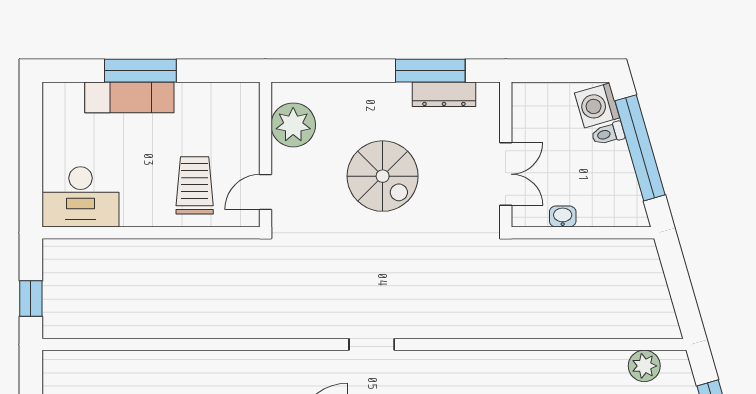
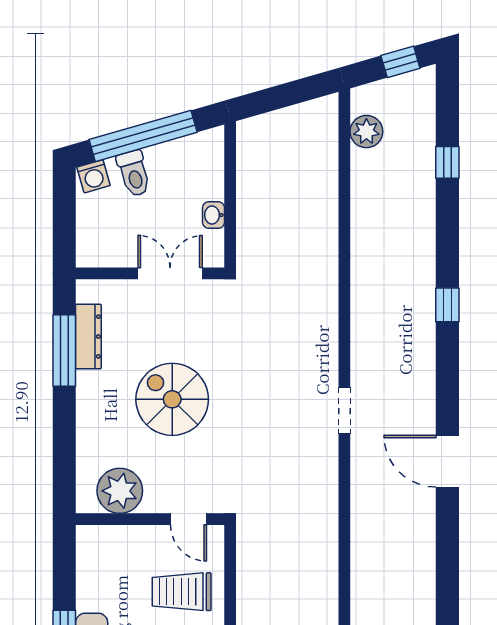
washing machine: (597, 105) -> (93, 176), width x0.73, depth x0.73
toilet: (608, 134) -> (134, 173), width x1.37, depth x1.39
spiral stairs: (383, 176) -> (172, 399), turned -90

